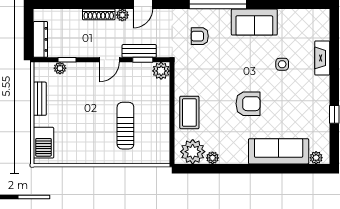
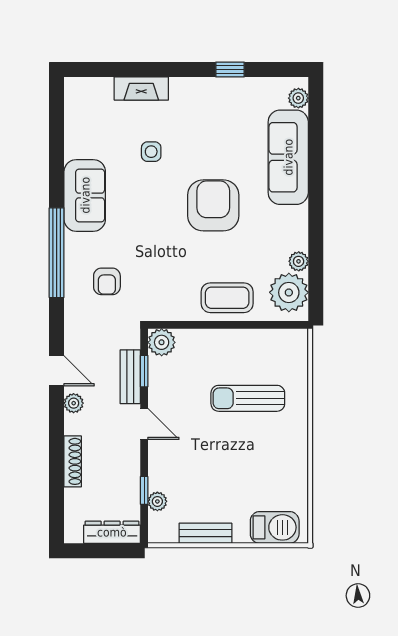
shoe rack: (99, 14) -> (73, 461), moved
armchair: (248, 104) -> (213, 205), width x1.36, depth x1.36

